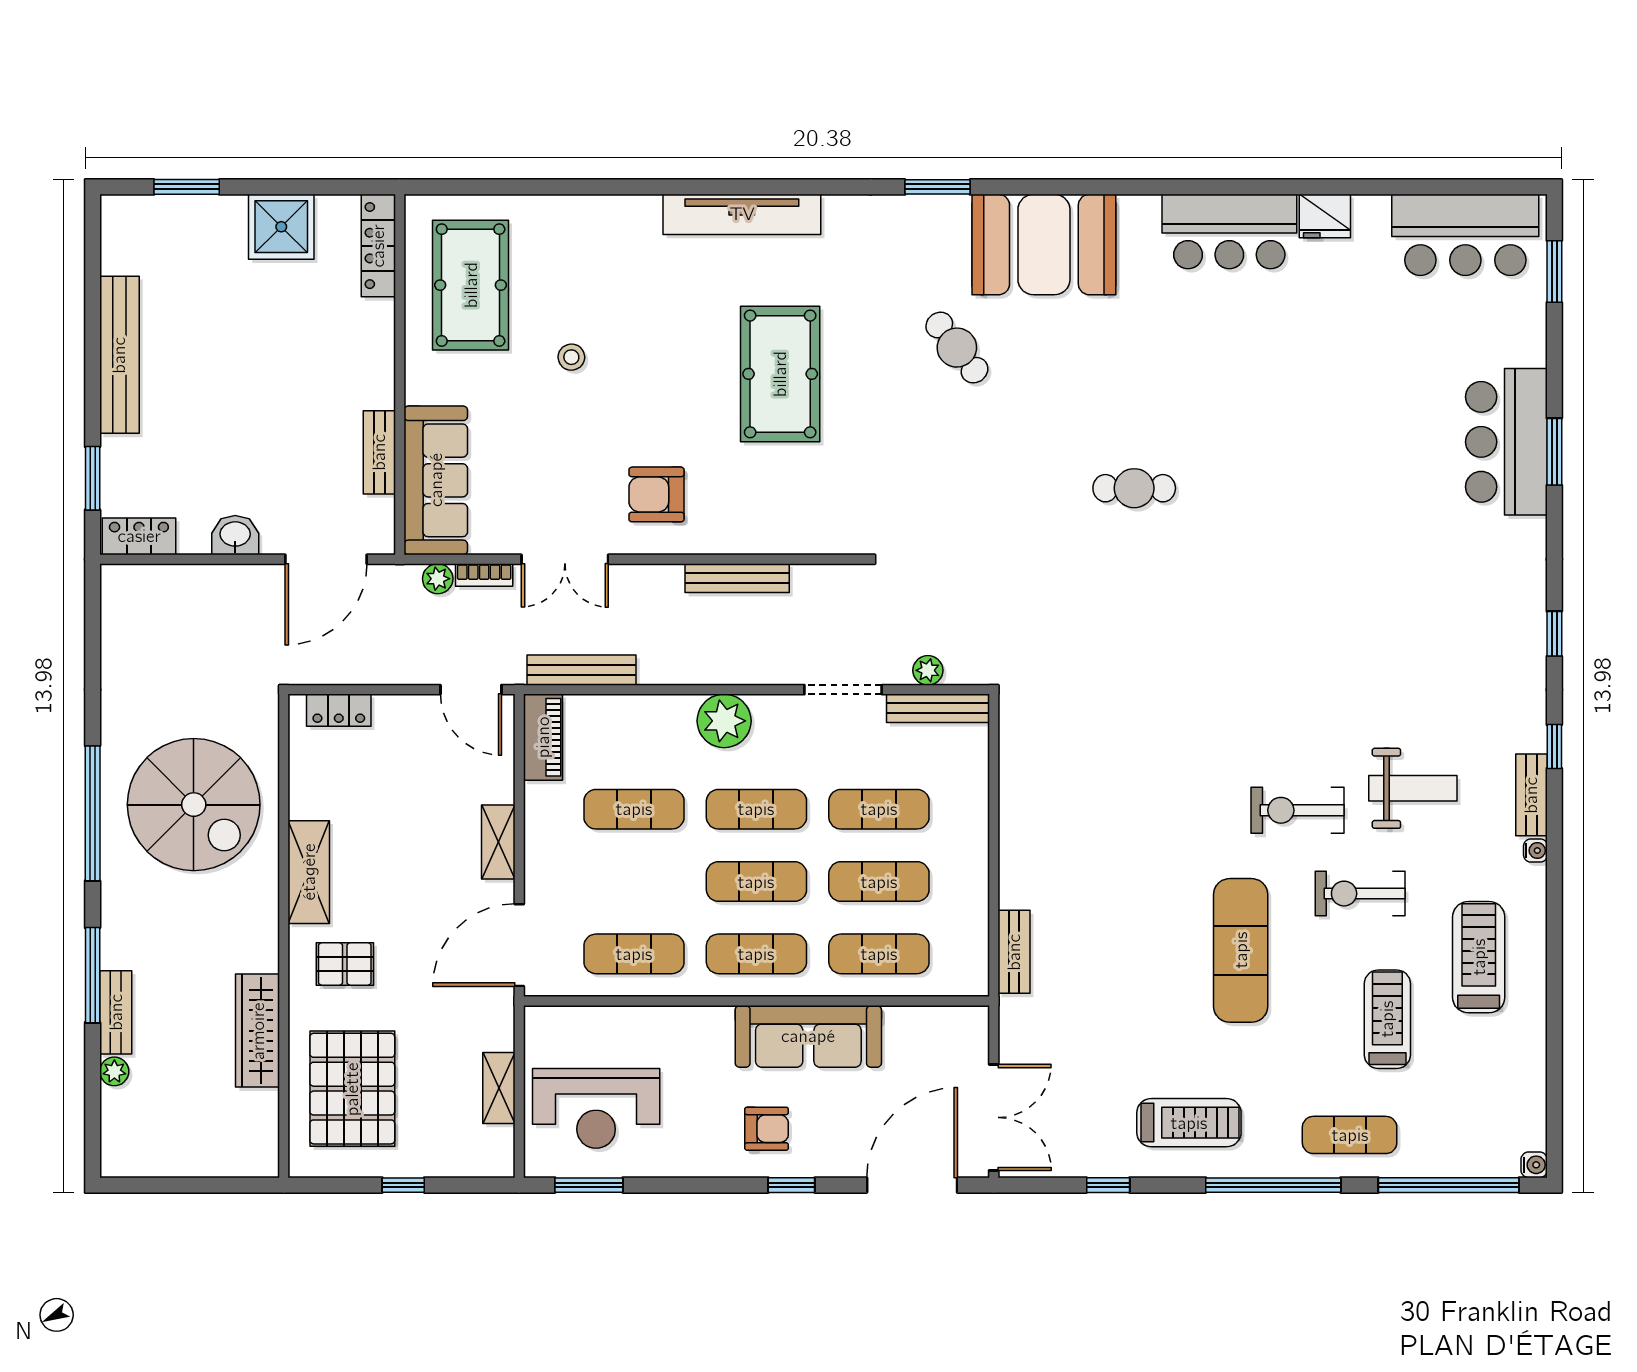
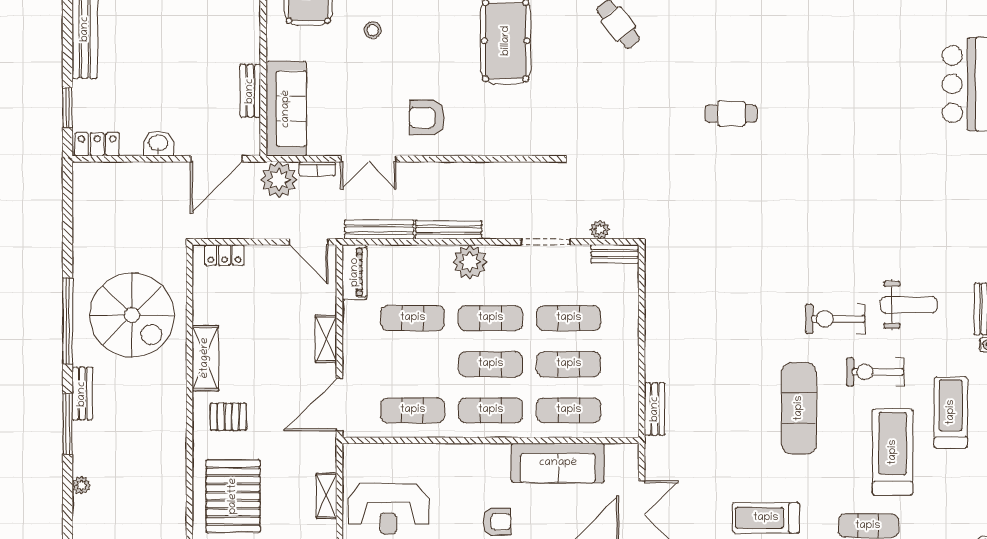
bench: (737, 578) -> (449, 230), moved
plant: (438, 579) -> (279, 180), width x1.88, depth x1.88
bench: (938, 708) -> (615, 254), width x0.73
bench: (116, 1012) -> (82, 394), moved
treadmill: (1387, 1019) -> (893, 452), width x1.37, depth x1.38
wardrobe: (258, 1031) -> (173, 459), removed
sofa: (808, 1036) -> (558, 463), moved
treadmill: (1189, 1123) -> (766, 518), turned 180

